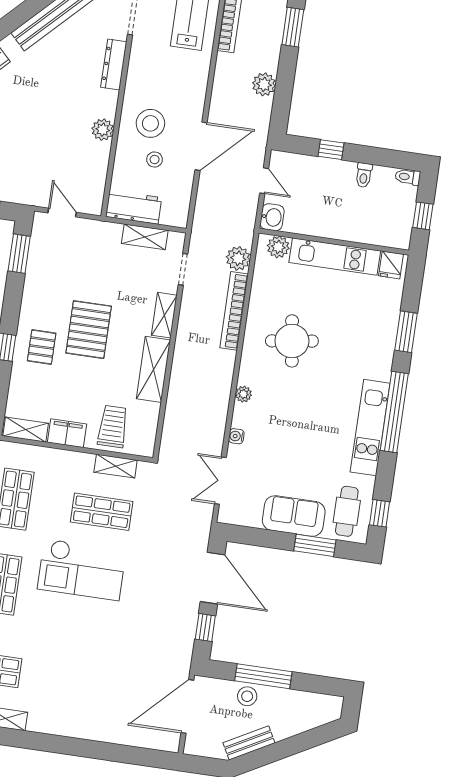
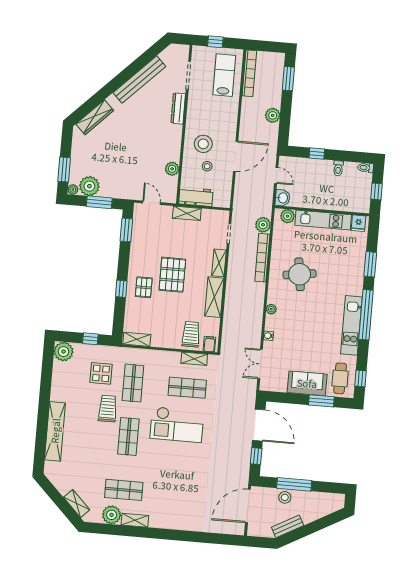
plant: (103, 130) -> (172, 169), moved
shelving: (145, 237) -> (187, 213), moved
filing cabinet: (67, 433) -> (209, 344), moved, width x0.50

